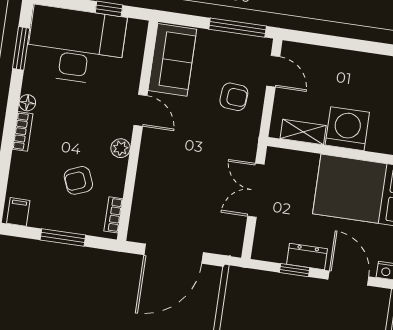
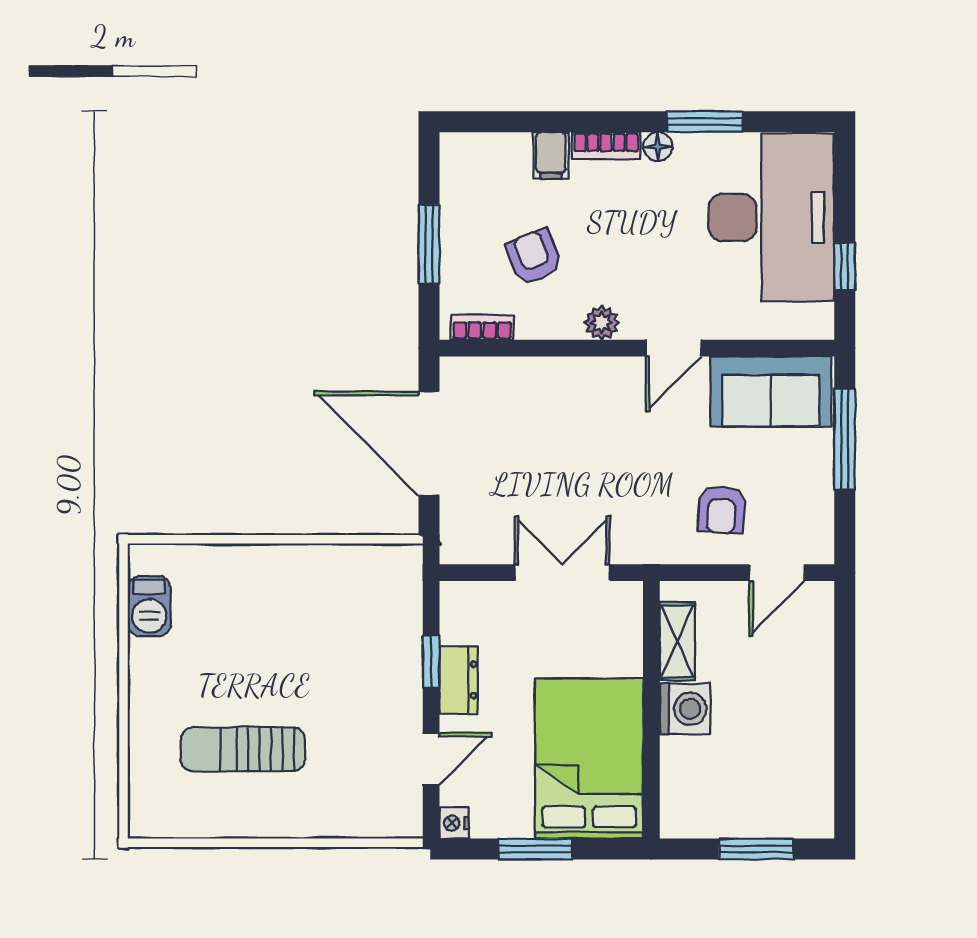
window: (238, 28) -> (845, 439), moved
window: (21, 48) -> (705, 122), moved
washing machine: (347, 129) -> (685, 709), width x0.73, depth x0.73
filing cabinet: (18, 212) -> (551, 155), moved, turned 90
door: (348, 278) -> (431, 759), width x0.73

